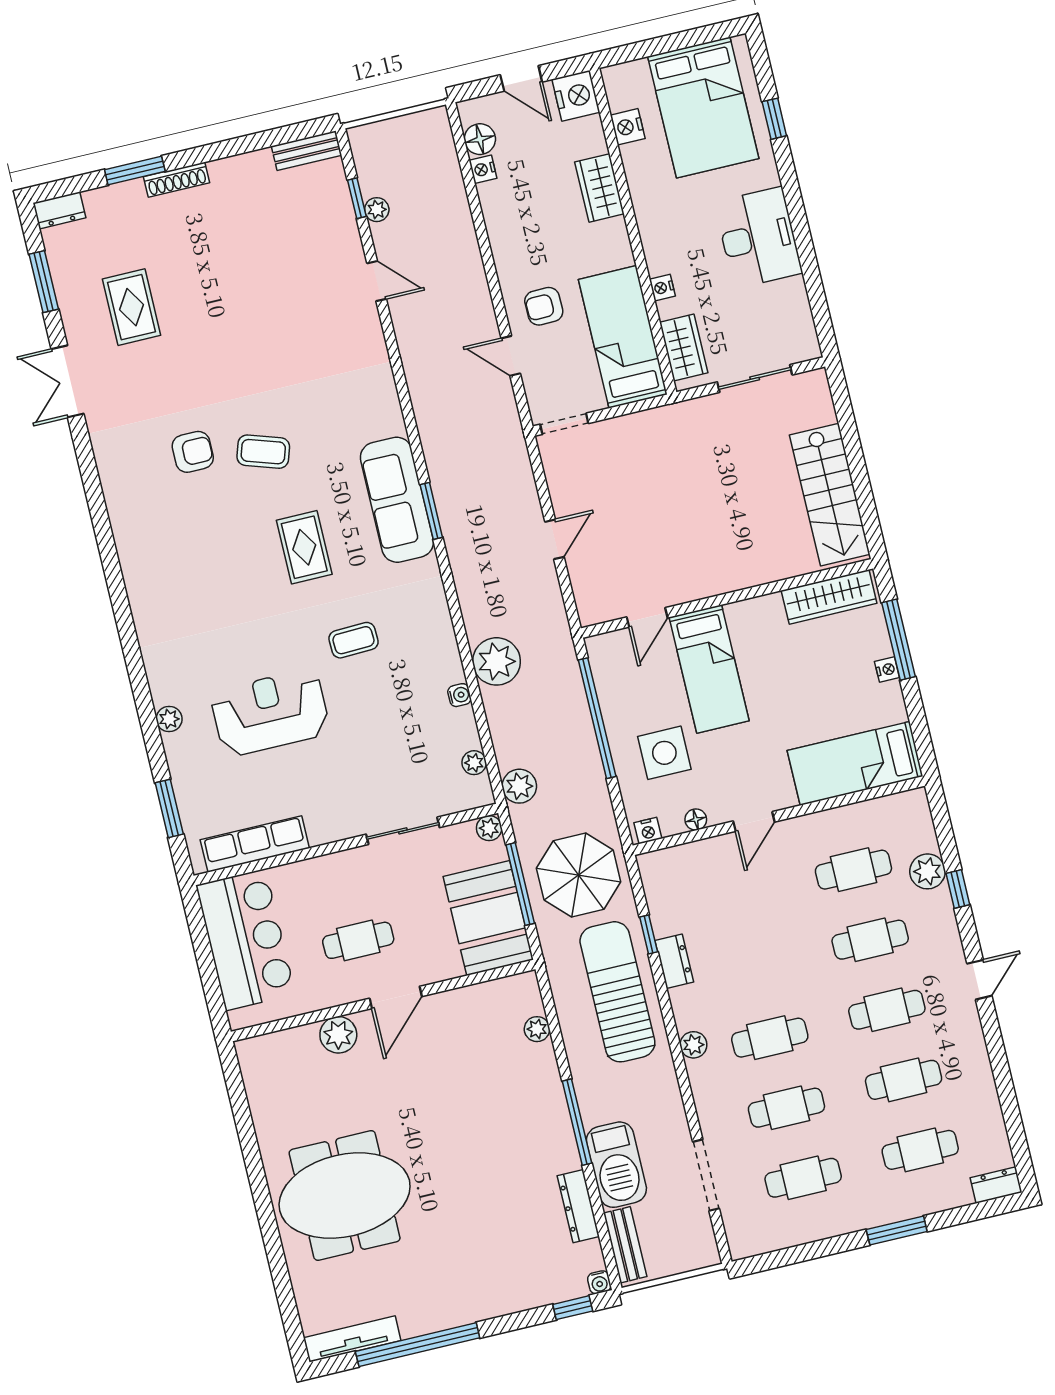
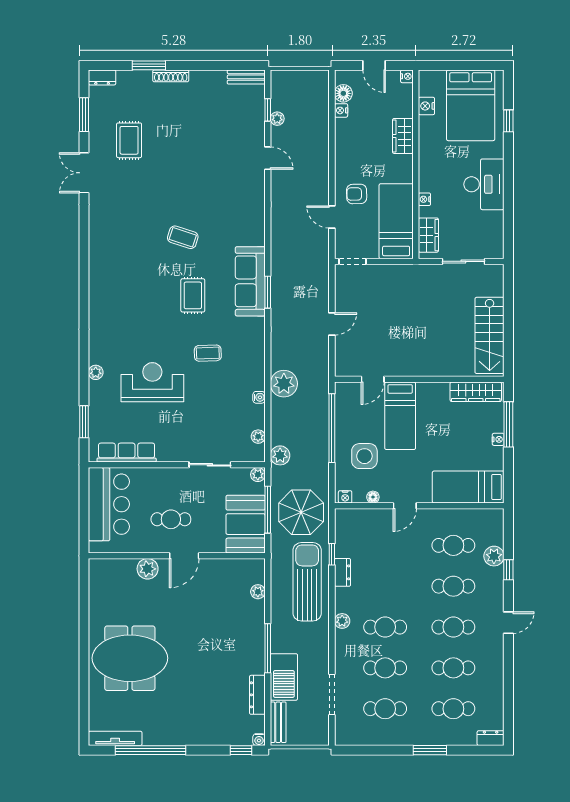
nightstand: (576, 96) -> (407, 76), width x0.53, depth x0.56
armchair: (193, 452) -> (144, 228), removed

